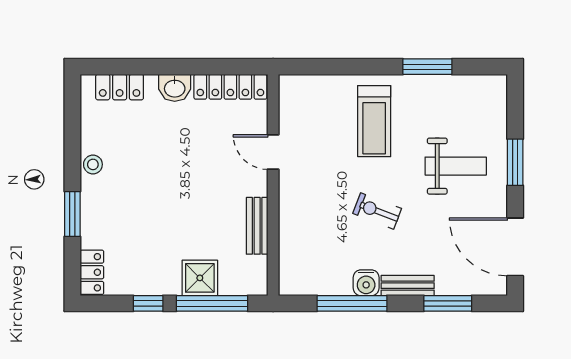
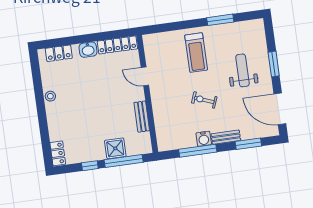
weight bench: (456, 166) -> (242, 70), turned -90
window: (72, 214) -> (43, 124), removed

